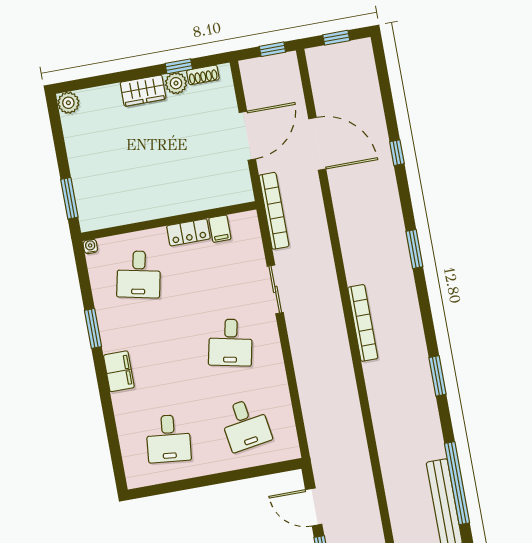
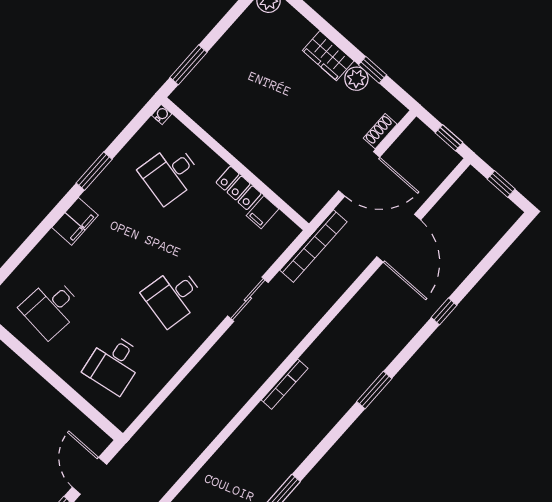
shoe rack: (203, 75) -> (380, 131), moved, turned 90
bookcase: (363, 323) -> (285, 384), width x0.68, depth x0.76

